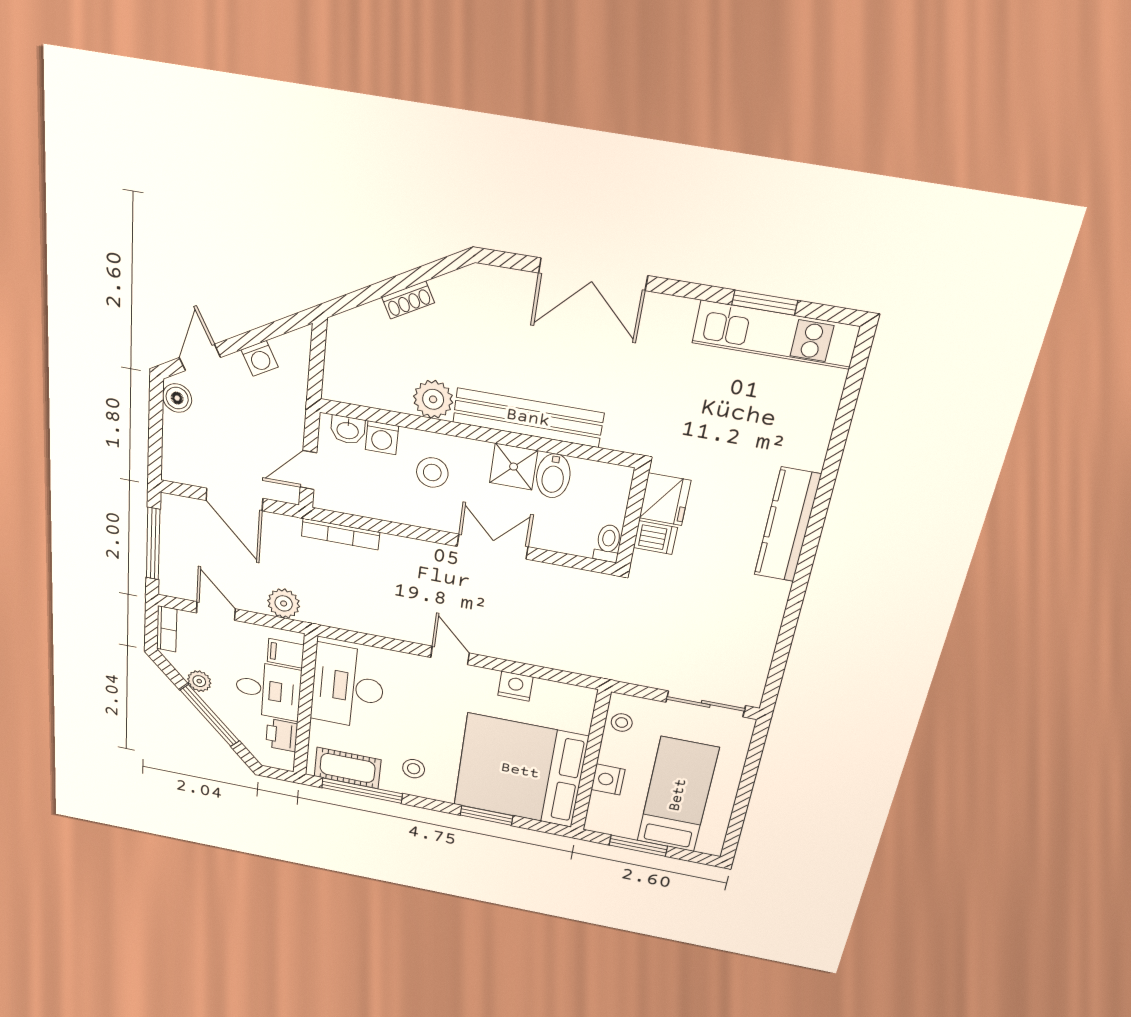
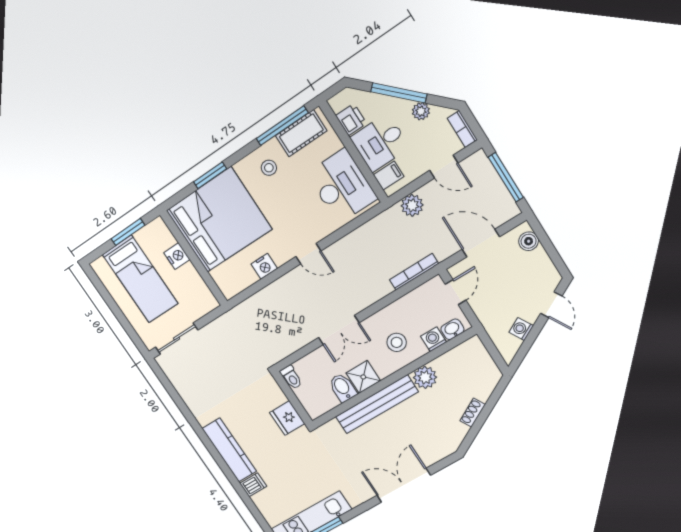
boiler: (177, 398) -> (529, 241), moved
dishwasher: (655, 538) -> (253, 485), moved, turned 180
stool: (622, 722) -> (201, 294), removed

